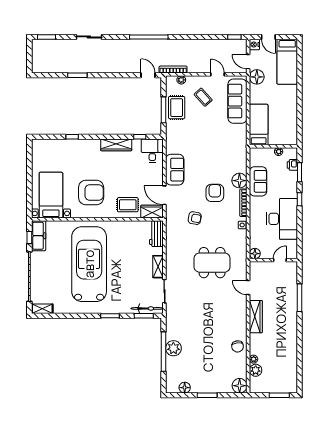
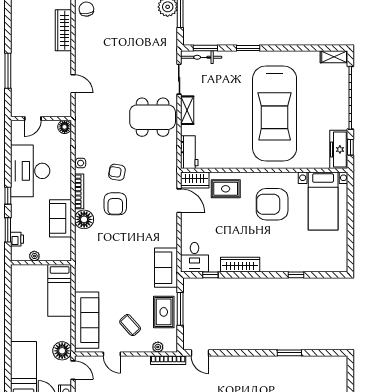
sofa: (175, 170) -> (166, 268), moved
armchair: (195, 218) -> (117, 172), moved
dining table: (212, 263) -> (153, 117), moved
wardrobe: (256, 317) -> (63, 30), moved

